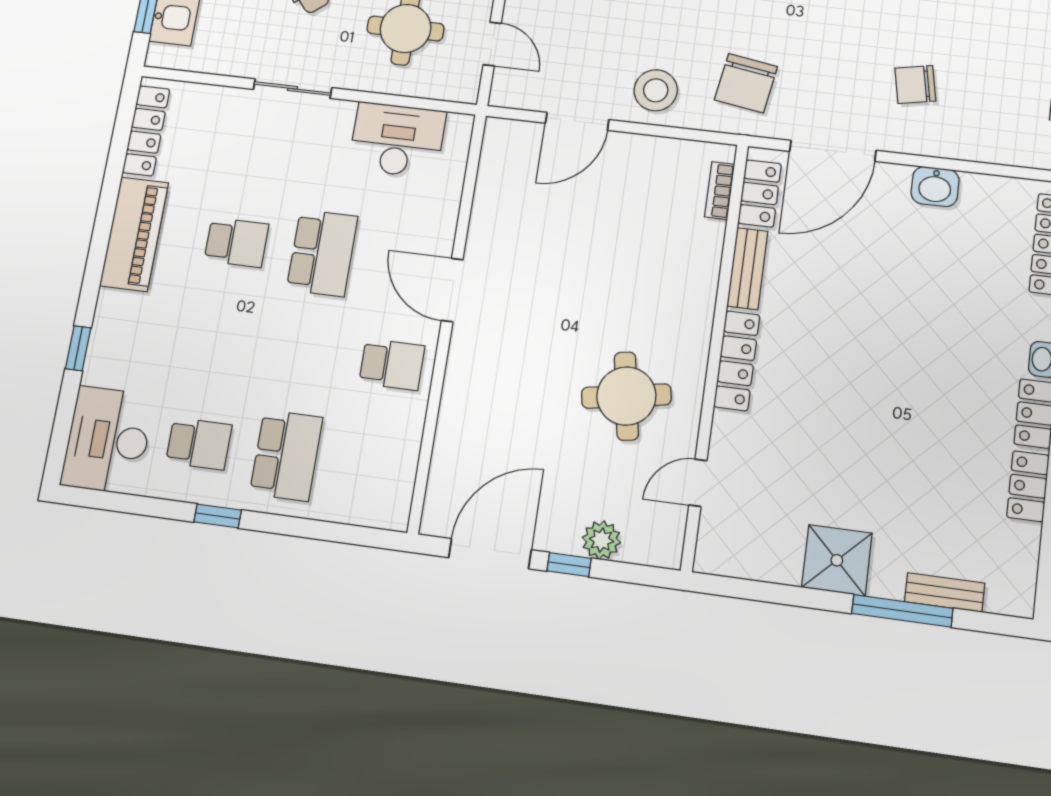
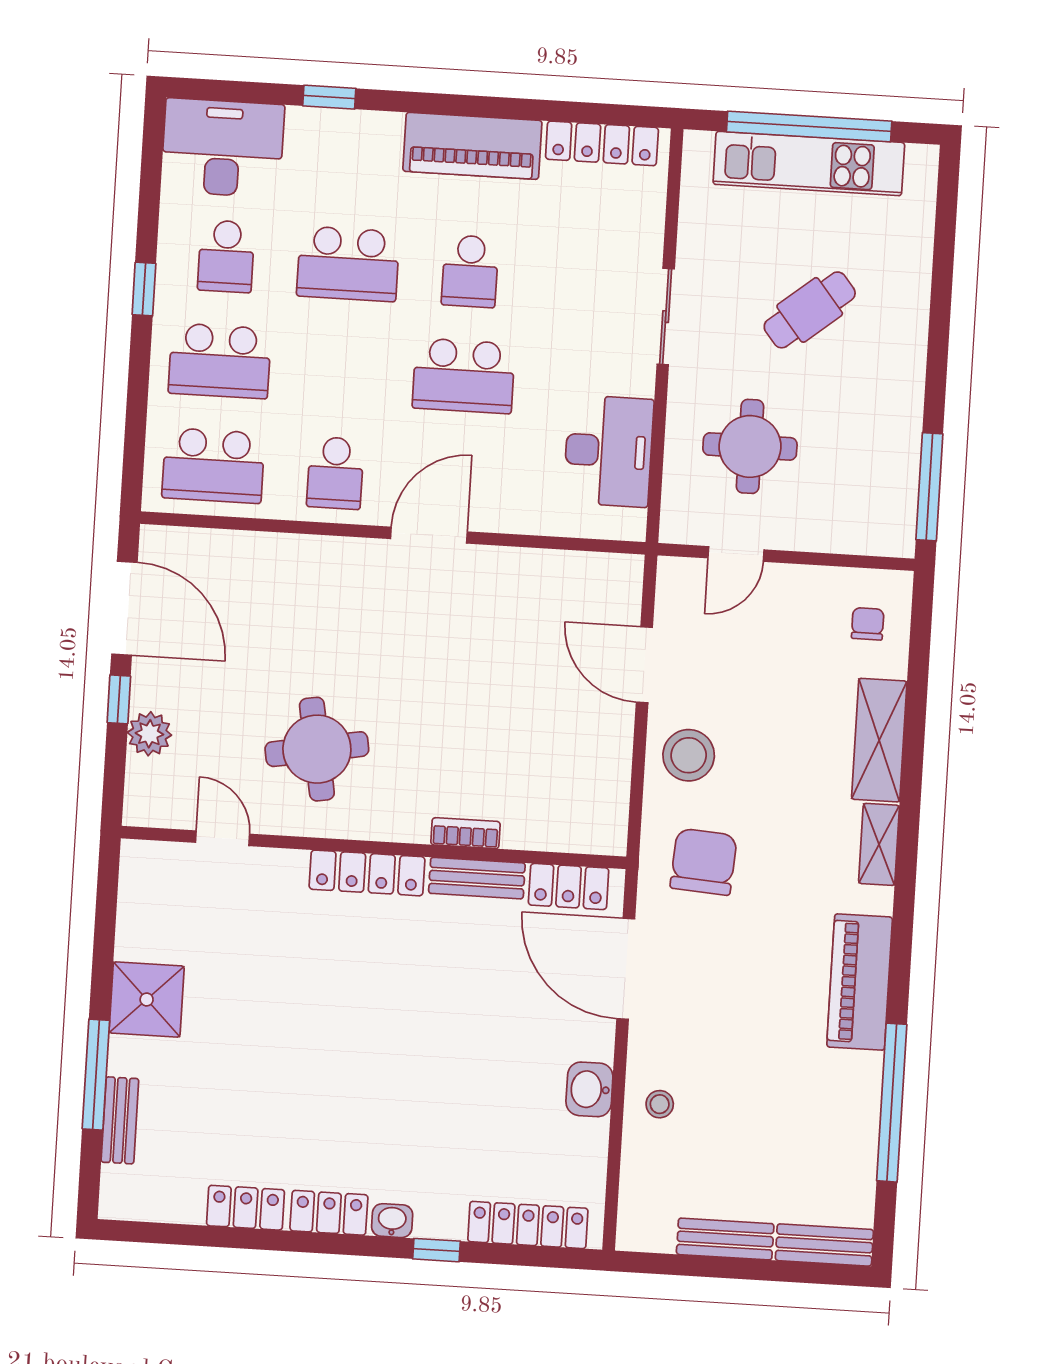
chair: (746, 83) -> (704, 862), turned 85
chair: (915, 85) -> (713, 1061), removed
stool: (950, 130) -> (660, 1104), added
bookcase: (720, 191) -> (465, 833), moved
school desk: (218, 342) -> (348, 264), added
school desk: (375, 467) -> (213, 466), added

